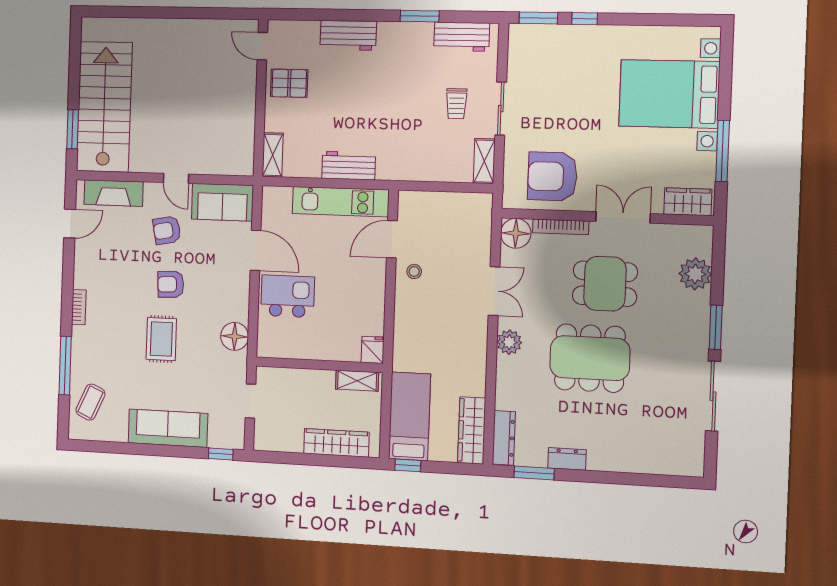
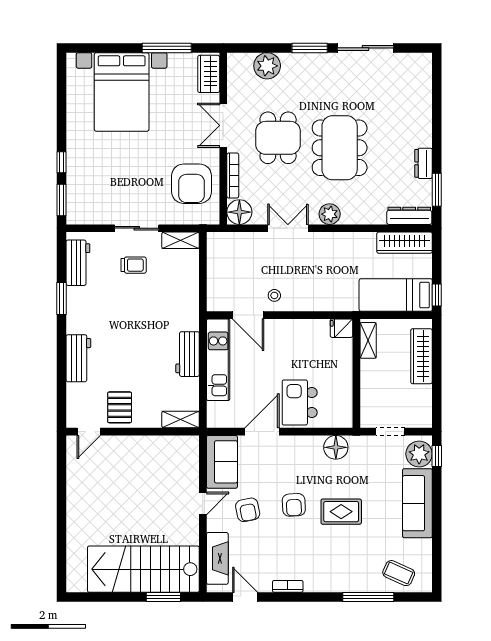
bookcase: (79, 307) -> (288, 586), moved
plant: (224, 433) -> (419, 454), added

